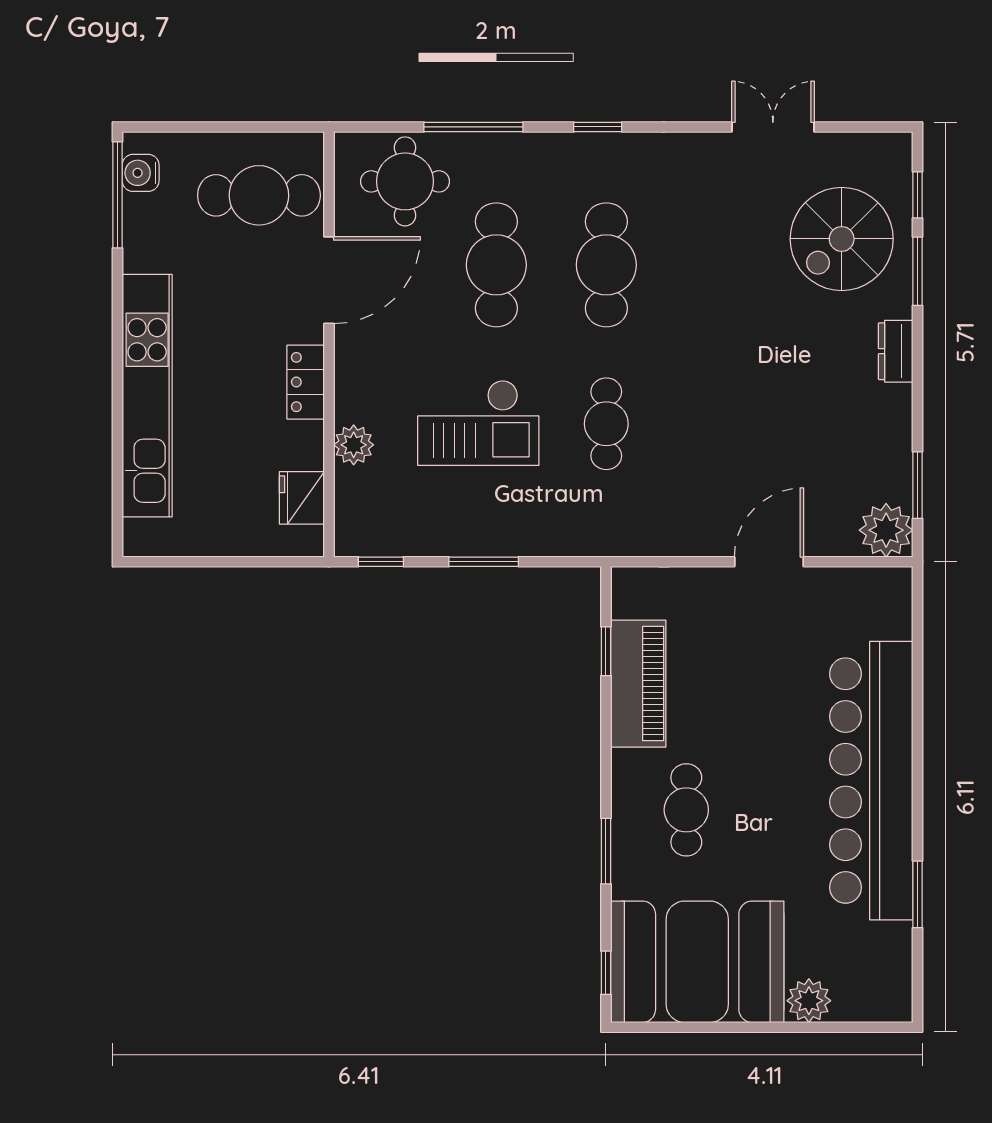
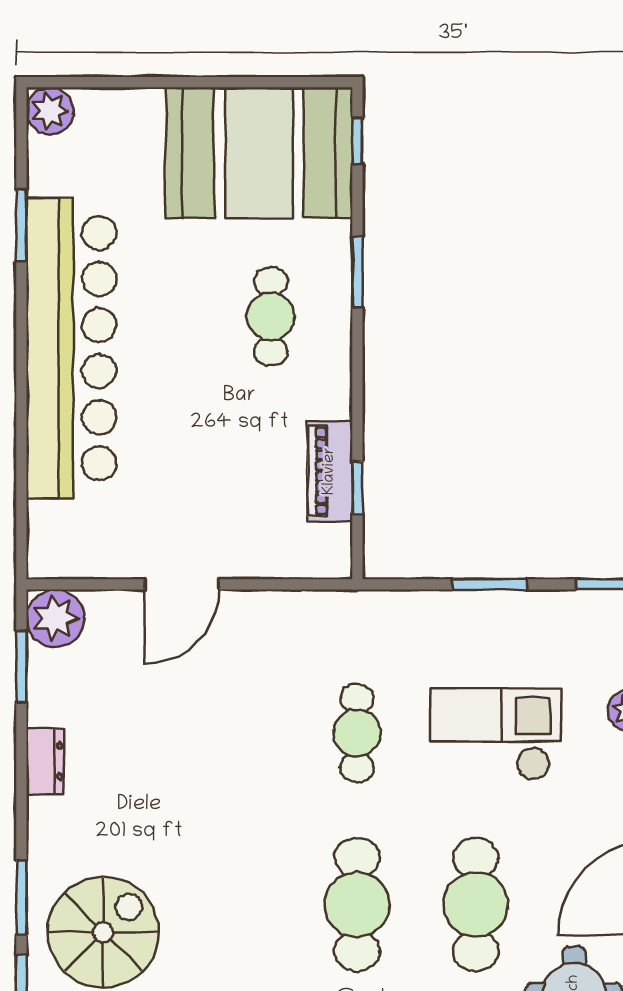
dresser: (896, 351) -> (45, 761), moved
piano: (638, 684) -> (330, 471), width x0.73, depth x0.75
plant: (809, 1001) -> (50, 111), moved

